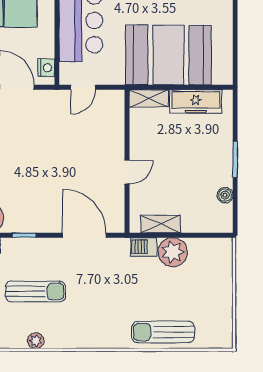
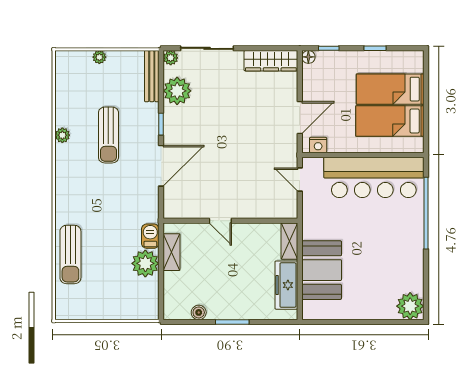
booth: (168, 55) -> (322, 270), width x0.73, depth x0.70
door: (84, 235) -> (161, 166), moved
sun lounger: (163, 332) -> (70, 254), turned 180

